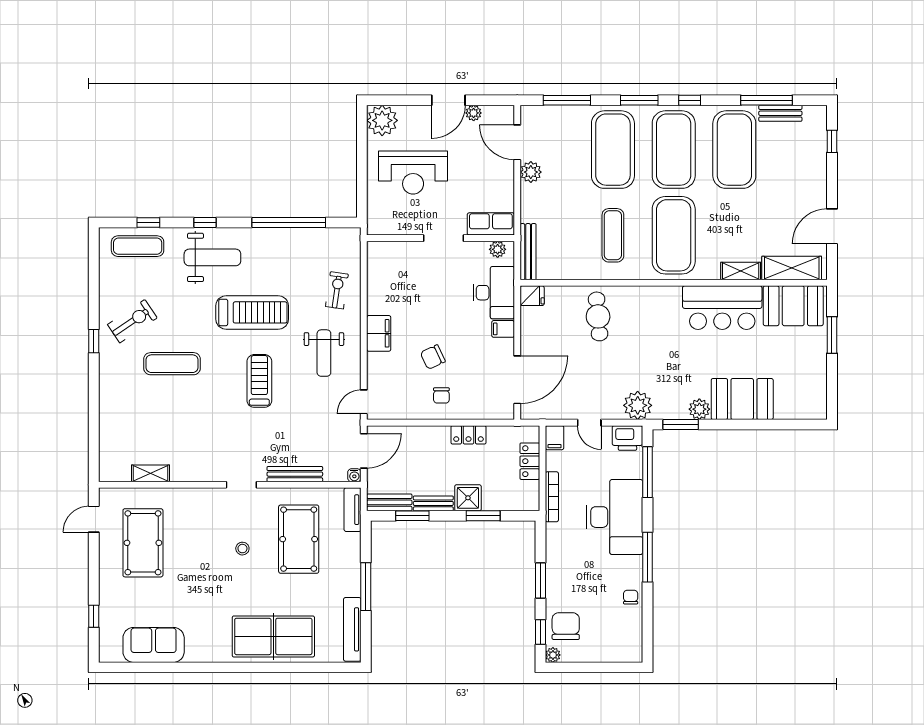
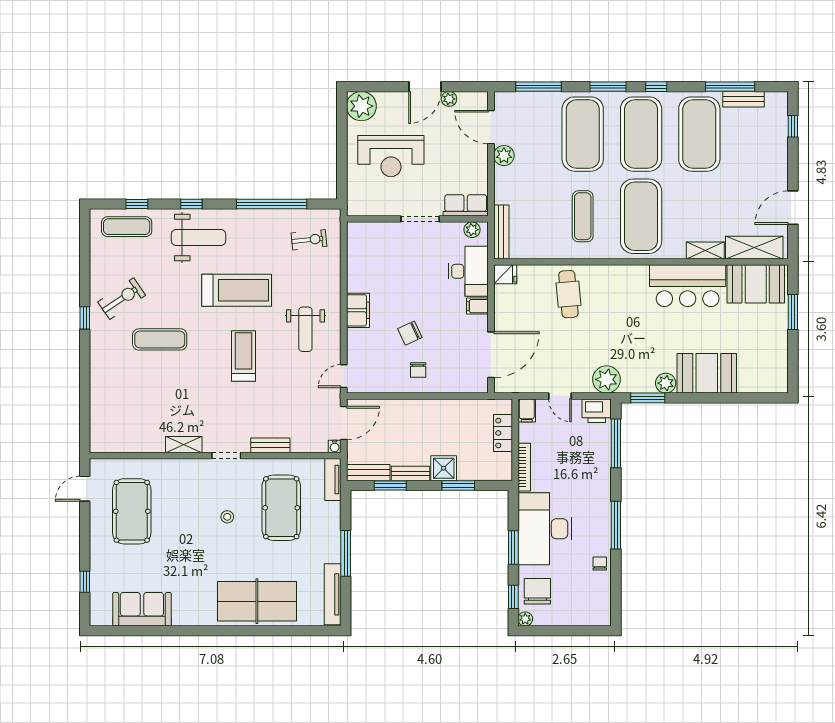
exercise bike: (337, 290) -> (309, 240), moved, turned 76
locker: (468, 435) -> (444, 408), removed
shelving: (150, 473) -> (184, 445), moved
bench: (295, 474) -> (270, 445), width x0.73
desk: (614, 517) -> (545, 529), moved, turned 180

